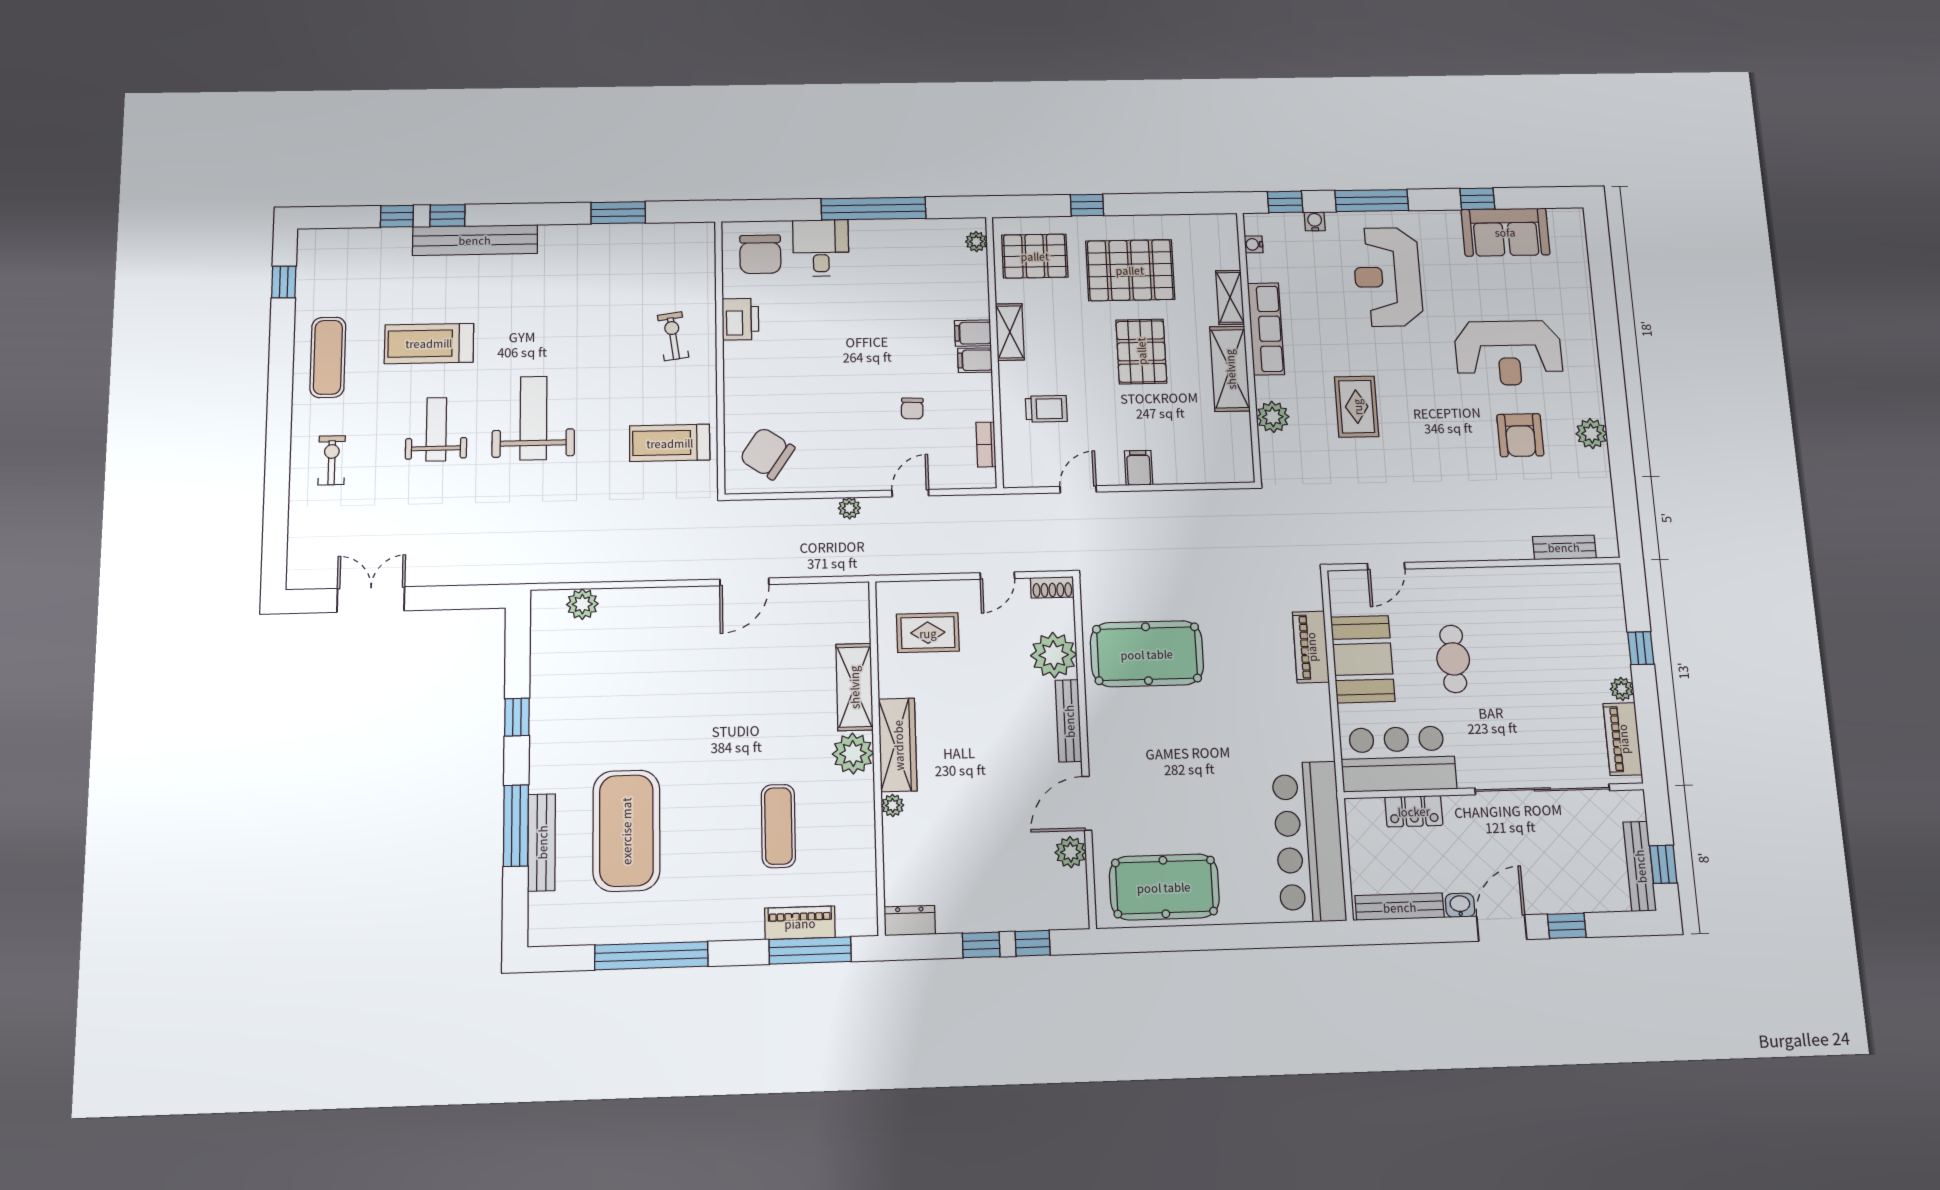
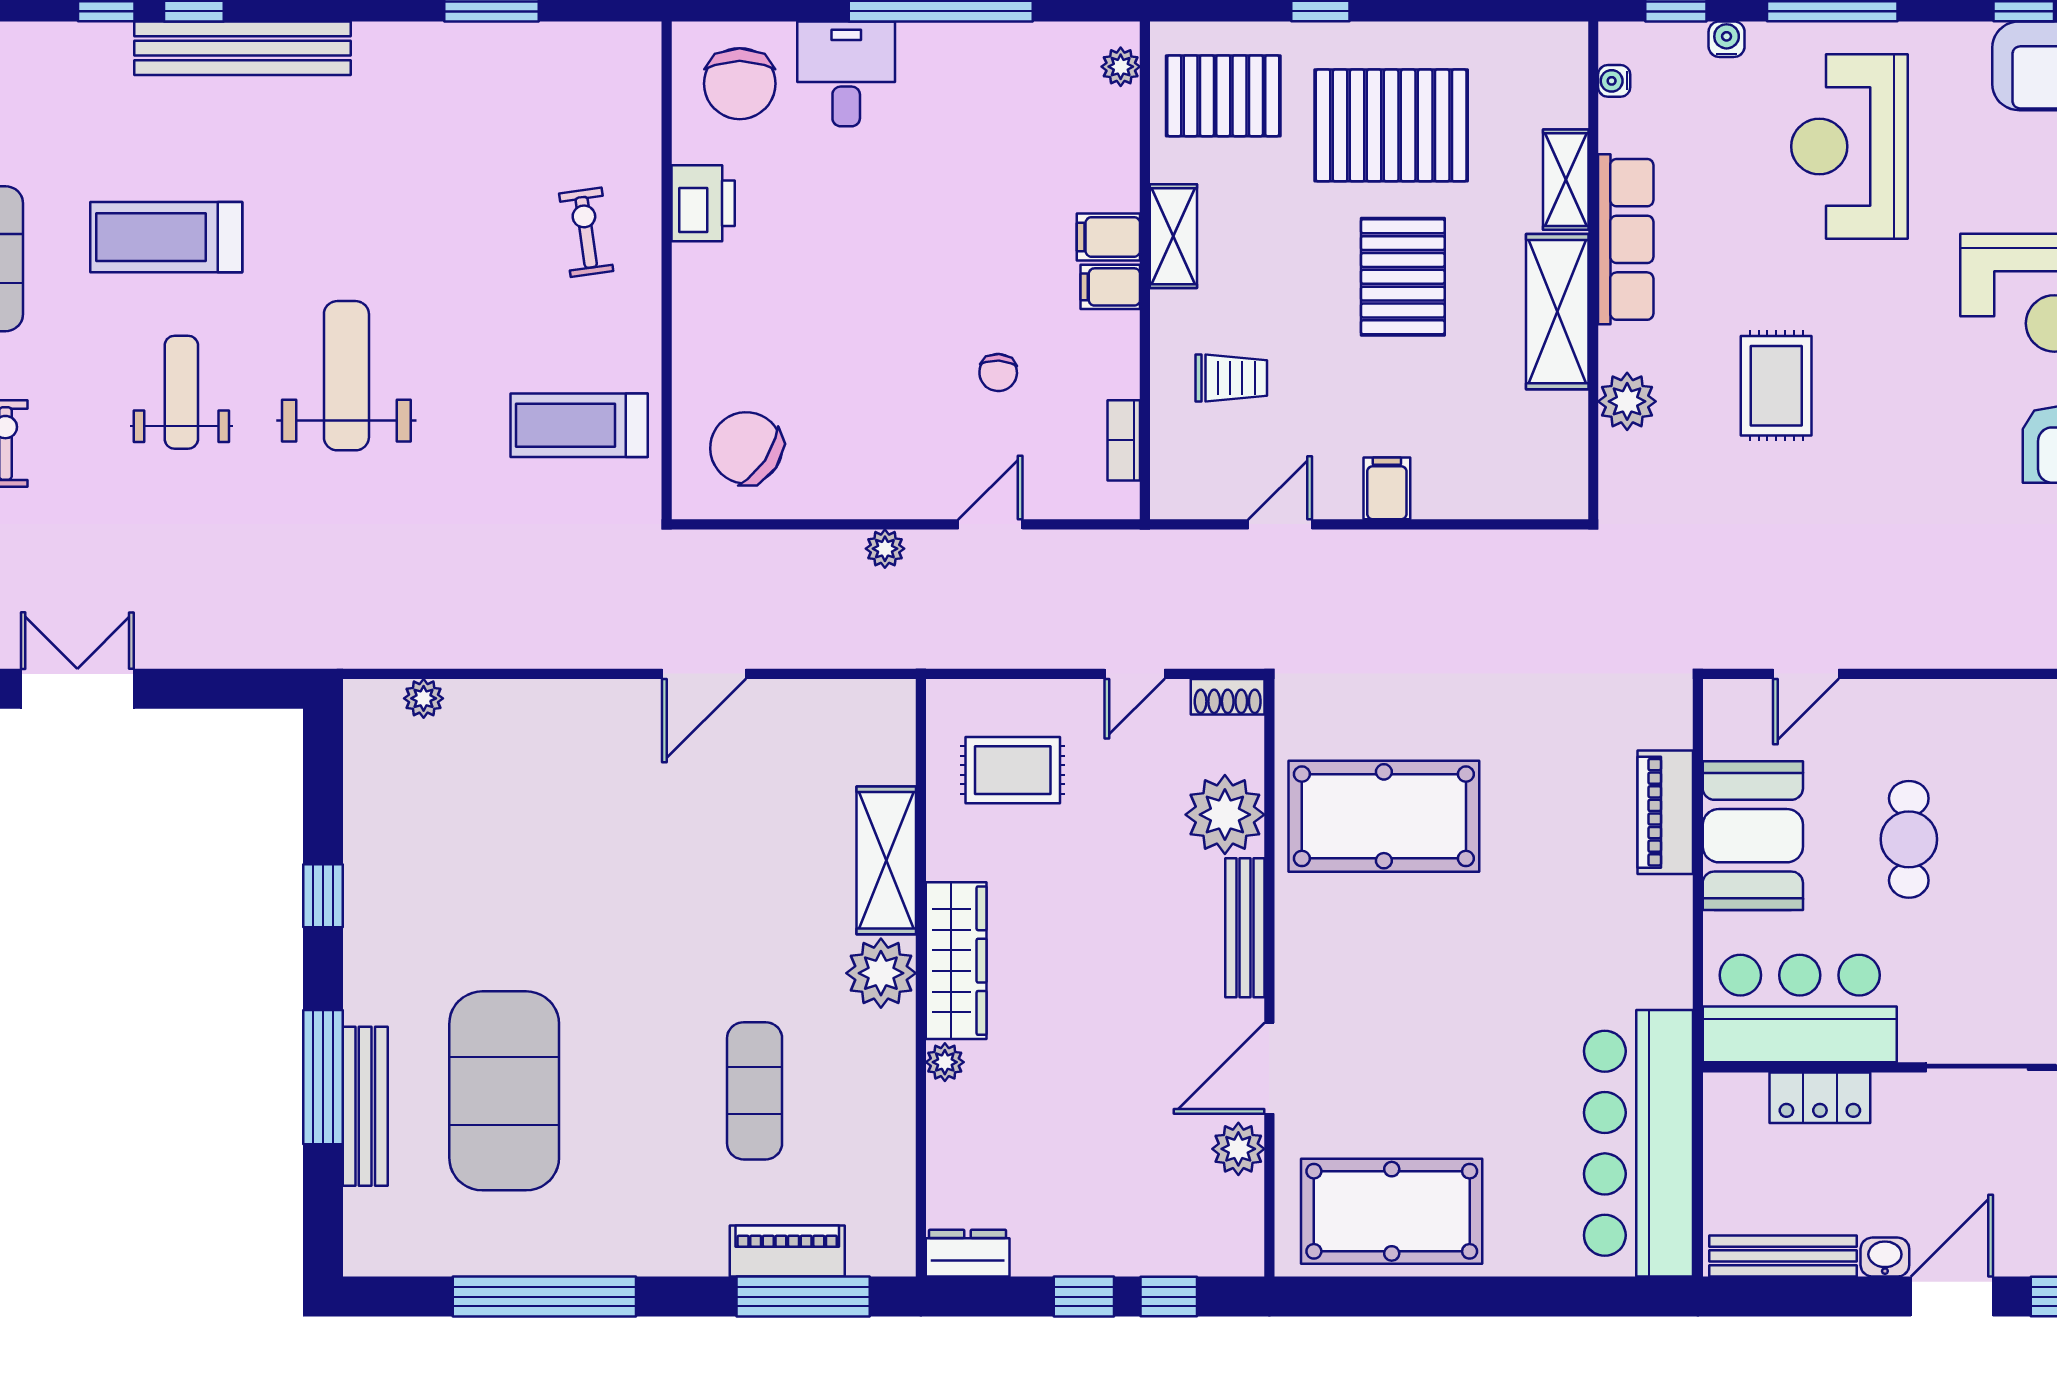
plant: (582, 604) -> (424, 698), width x0.73, depth x0.73

